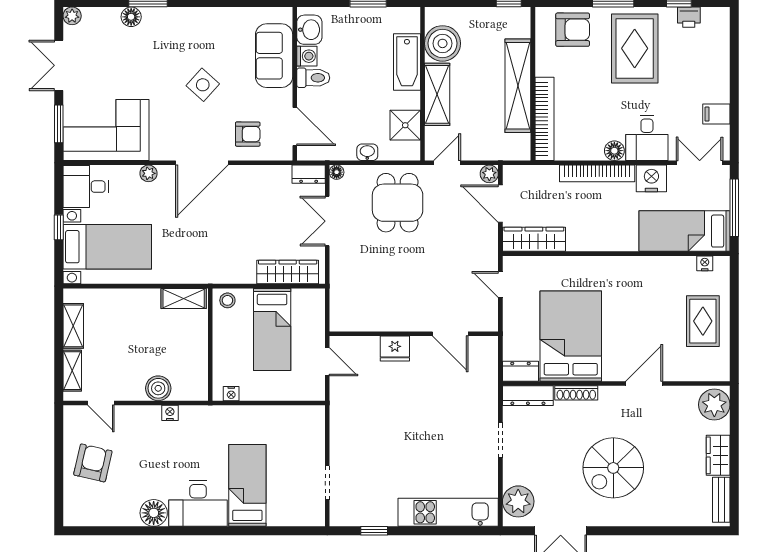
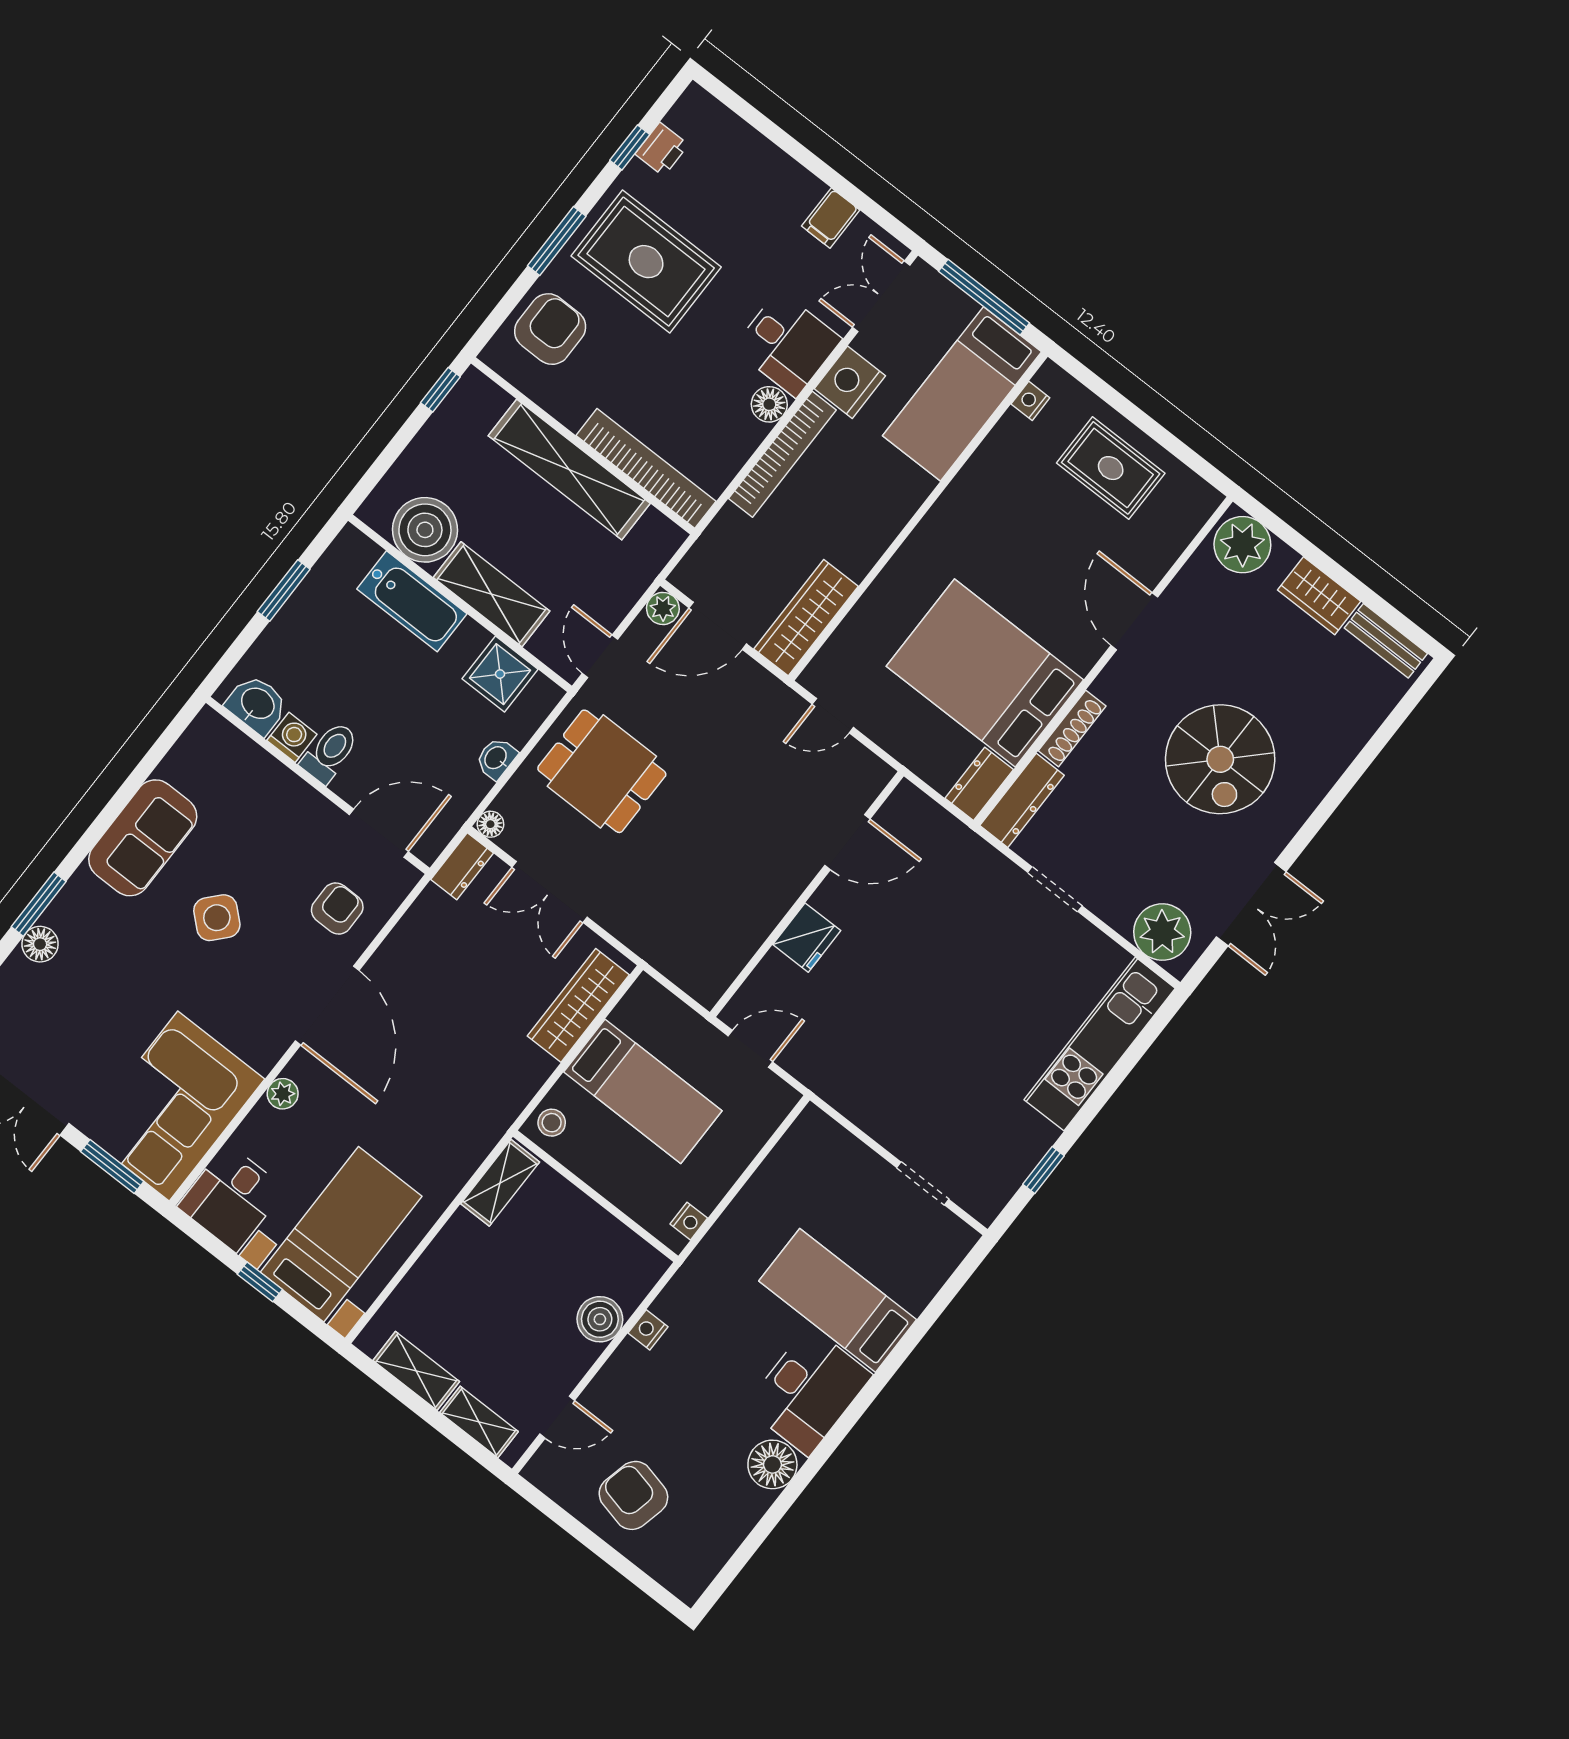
sofa: (274, 56) -> (143, 838), moved, turned -90

